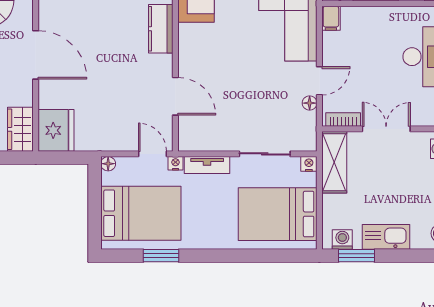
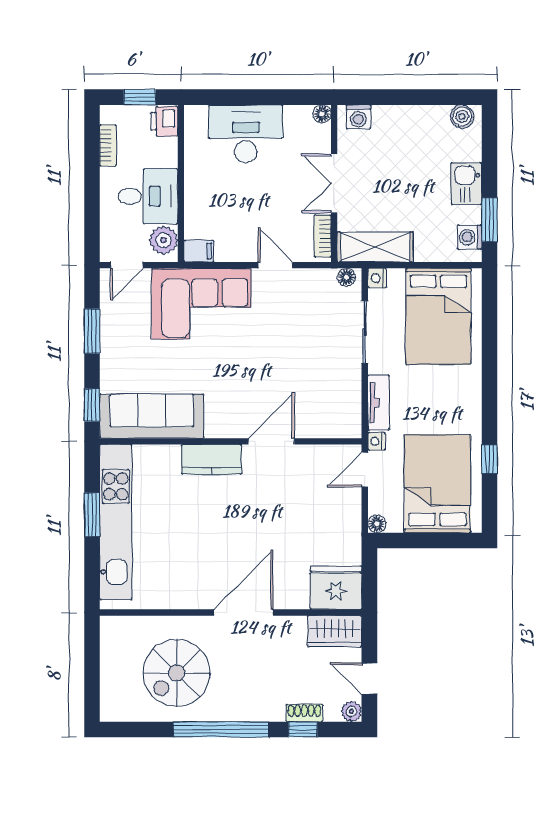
door: (175, 96) -> (271, 441), moved
floor lamp: (310, 103) -> (346, 277), moved
kitchen sink: (386, 237) -> (466, 184), width x0.73
window: (161, 256) -> (489, 459), width x0.67

